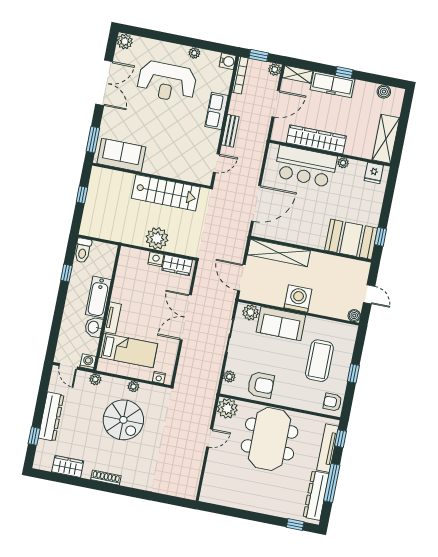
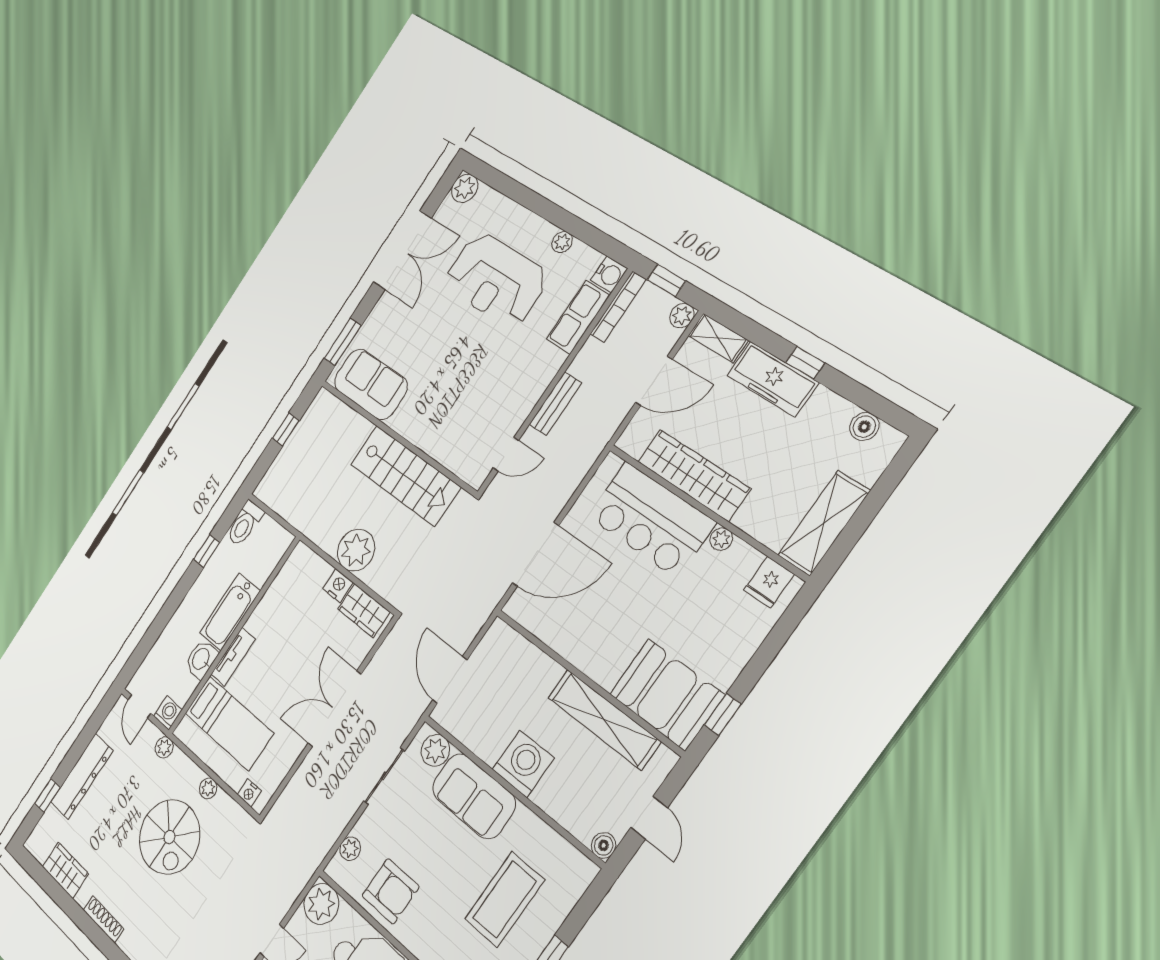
row of seats: (217, 111) -> (578, 317), moved
shelving: (279, 253) -> (604, 719), moved

